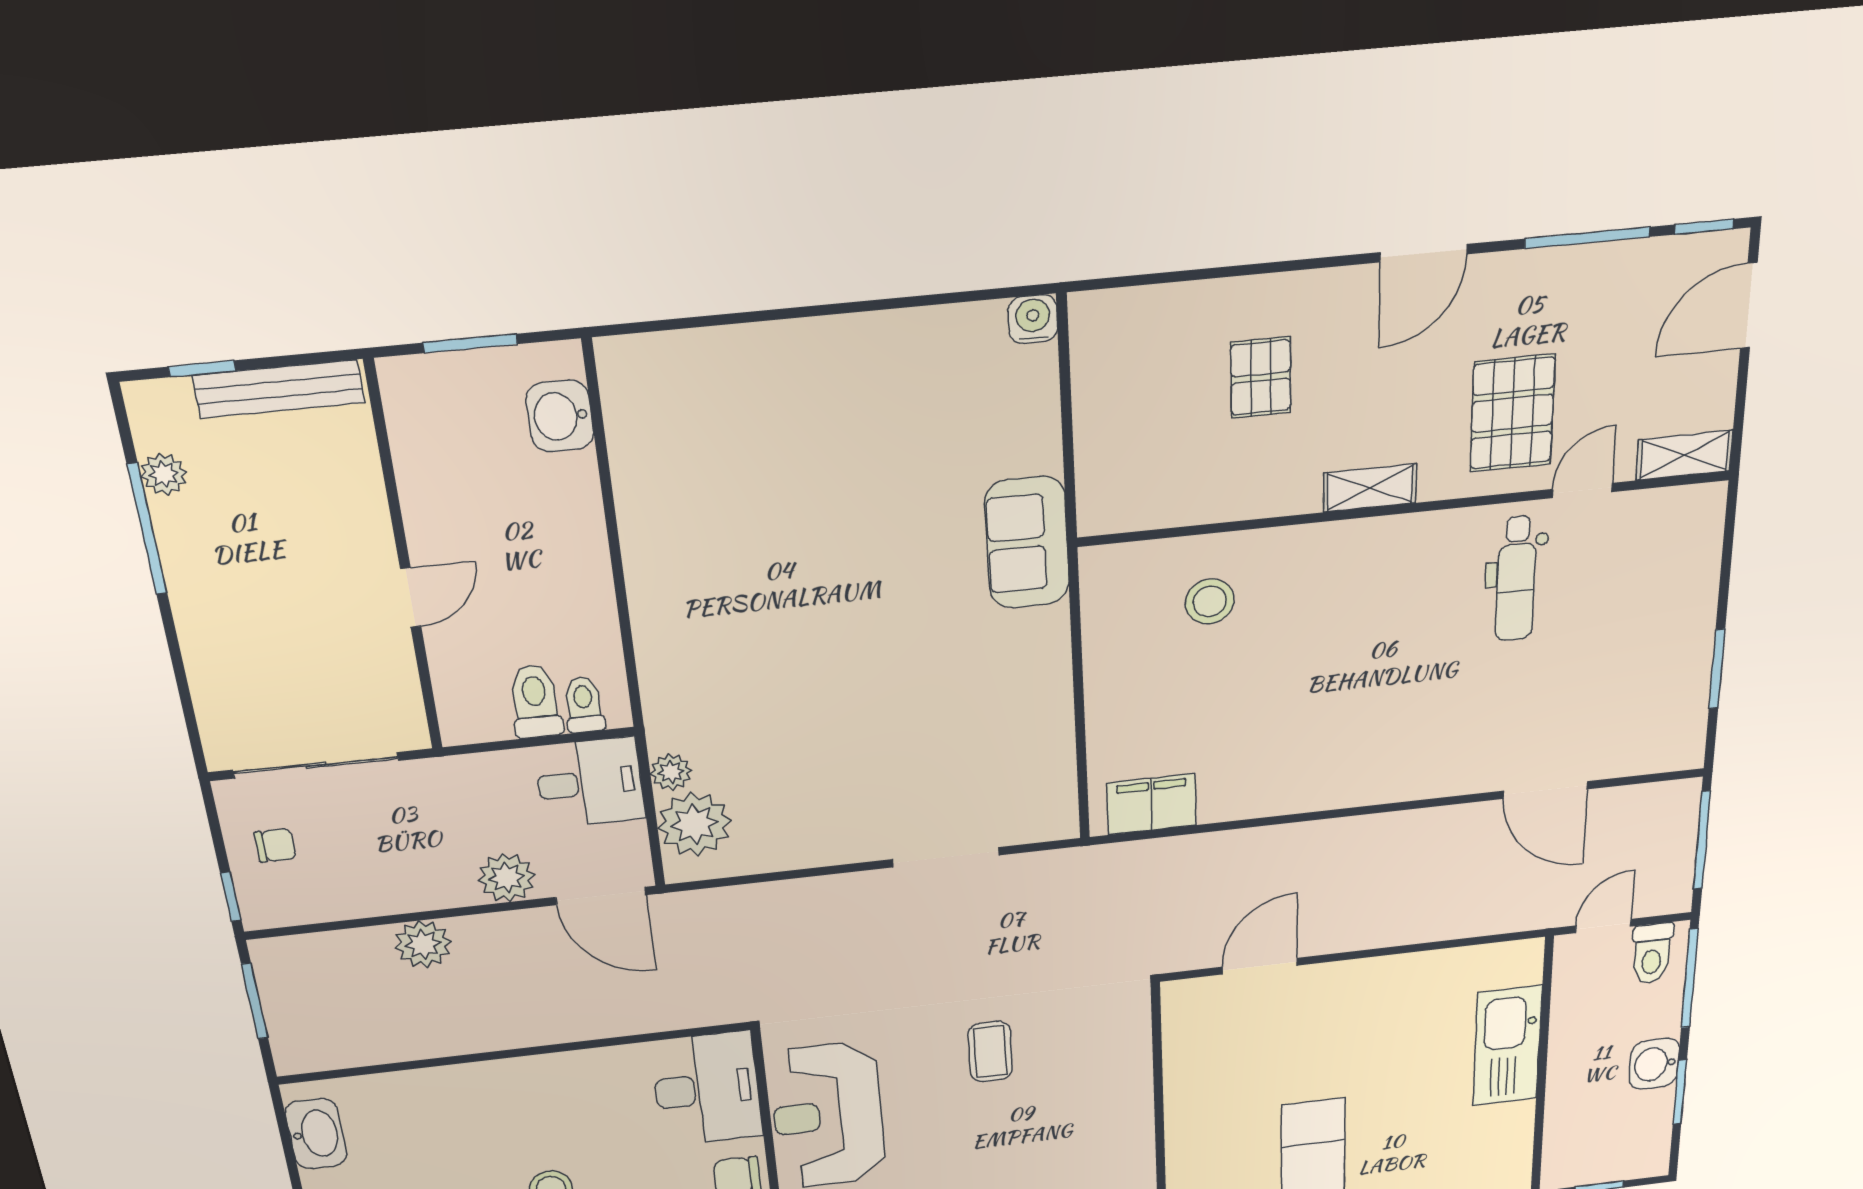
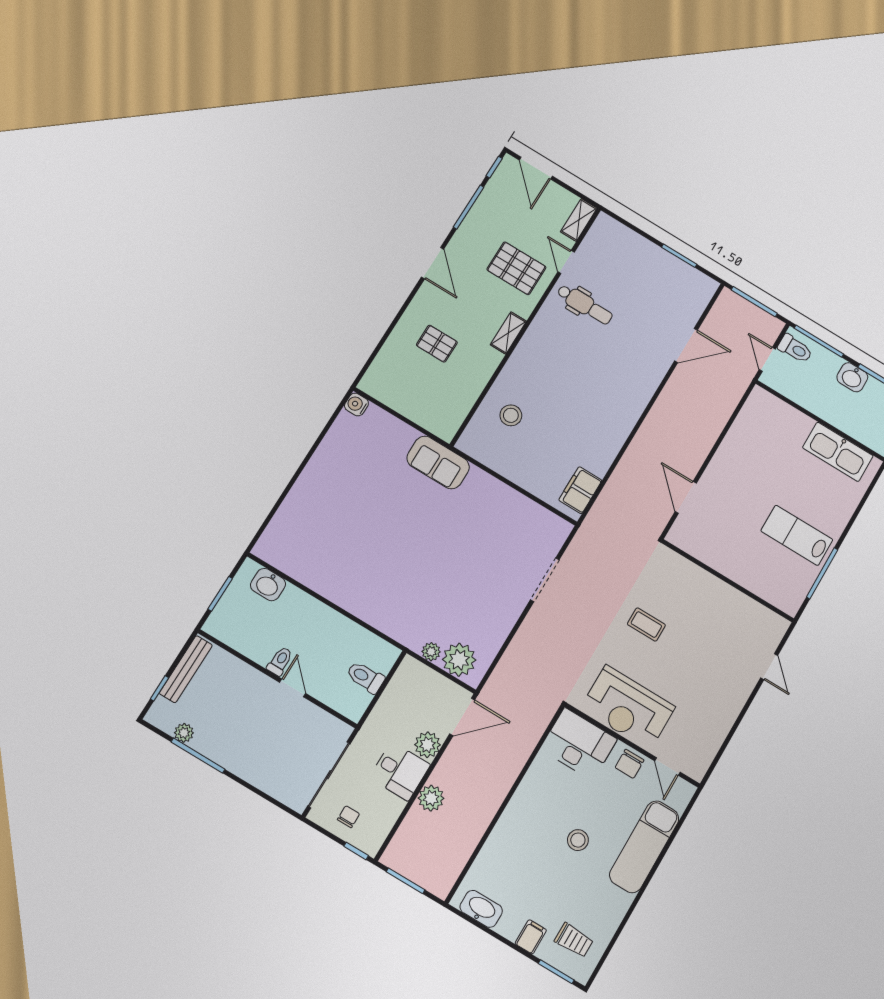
toilet: (584, 705) -> (280, 661), moved, turned 90
desk: (590, 783) -> (400, 771), moved, turned 90
kitchen sink: (1507, 1046) -> (838, 452), moved

